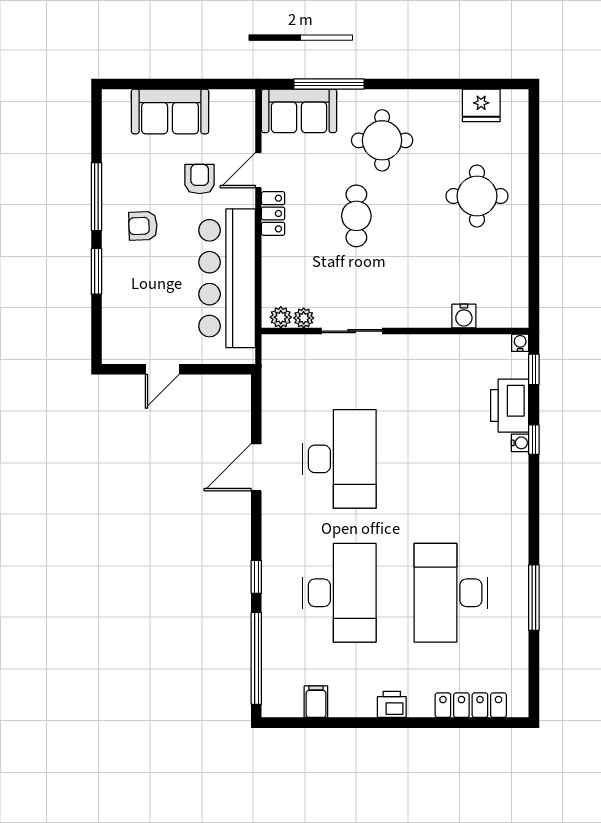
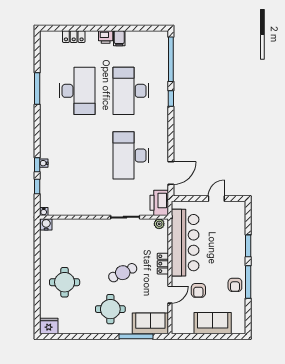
fridge: (481, 105) -> (49, 326), moved
locker: (273, 213) -> (163, 264), moved
cafe table: (356, 216) -> (123, 273), turned 65
armchair: (143, 226) -> (235, 285), moved, turned 92
water cooler: (464, 316) -> (46, 224), moved
plant: (304, 318) -> (148, 223), removed
window: (534, 369) -> (37, 187), moved
printer: (510, 406) -> (159, 203), moved, turned 180
door: (256, 467) -> (171, 173), moved
filing cabinet: (316, 702) -> (119, 38), moved
locker: (471, 705) -> (74, 37), width x0.66

